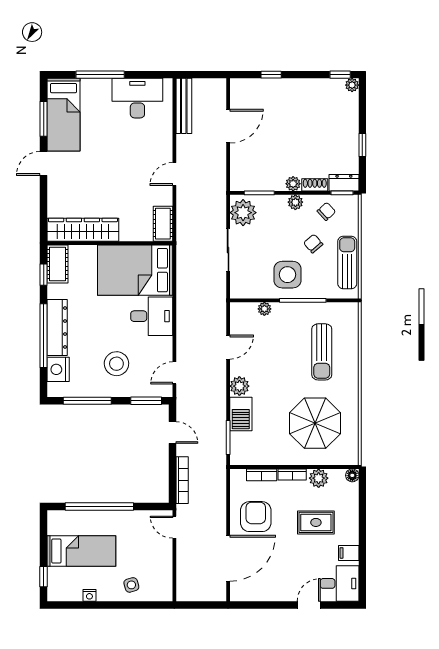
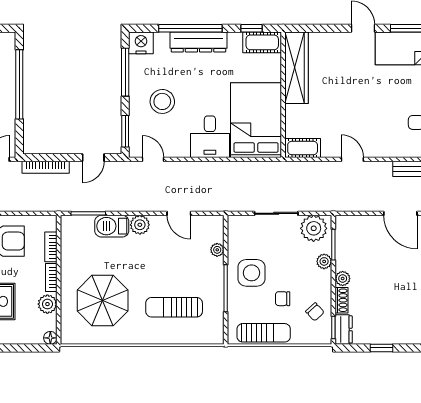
plant: (295, 202) -> (324, 261), moved
chair: (313, 244) -> (283, 299), turned -139
nightstand: (58, 369) -> (141, 43), moved

